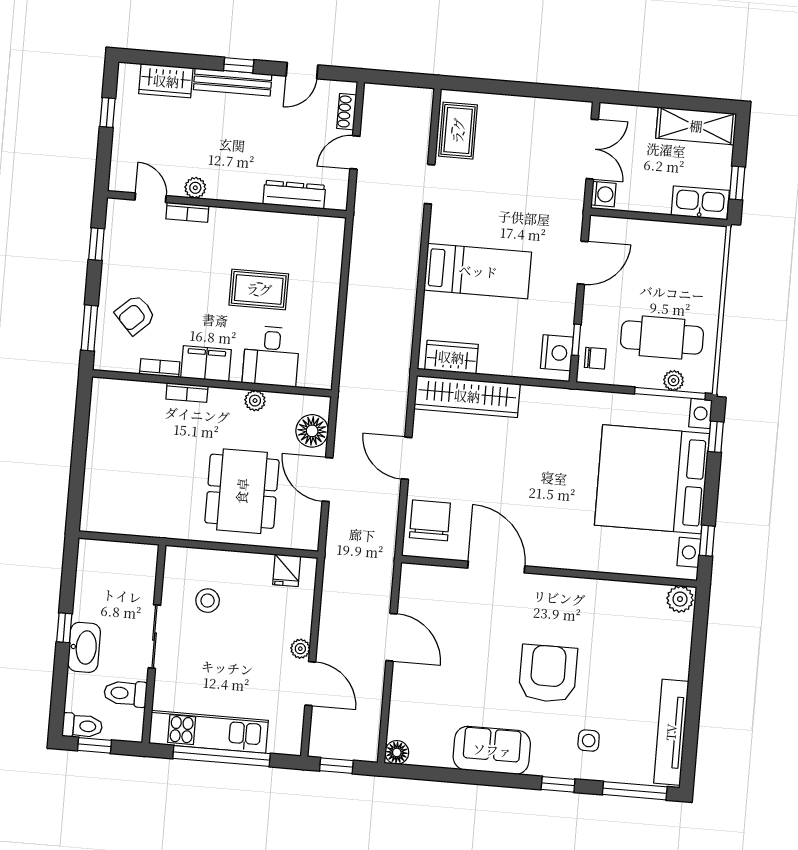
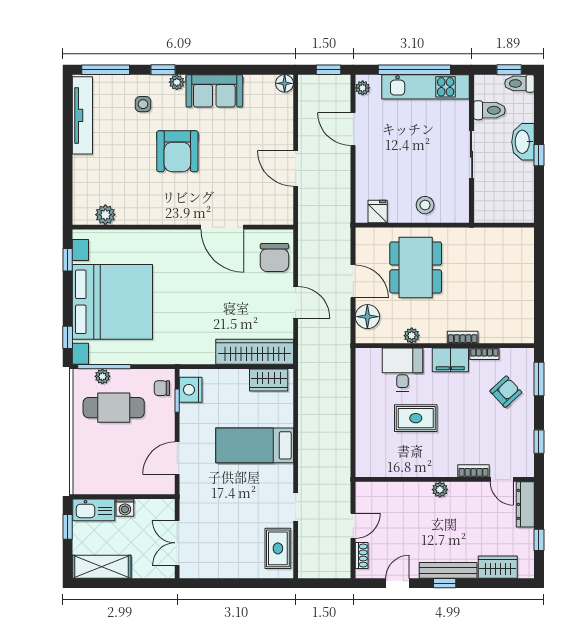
plant: (195, 188) -> (440, 490), moved
washing machine: (603, 194) -> (125, 508), moved, turned -90
dresser: (294, 195) -> (525, 504), moved, turned 90
plant: (680, 599) -> (105, 215), moved
stool: (208, 601) -> (425, 205), moved
plant: (300, 649) -> (363, 88), moved
plant: (541, 766) -> (177, 82), added

